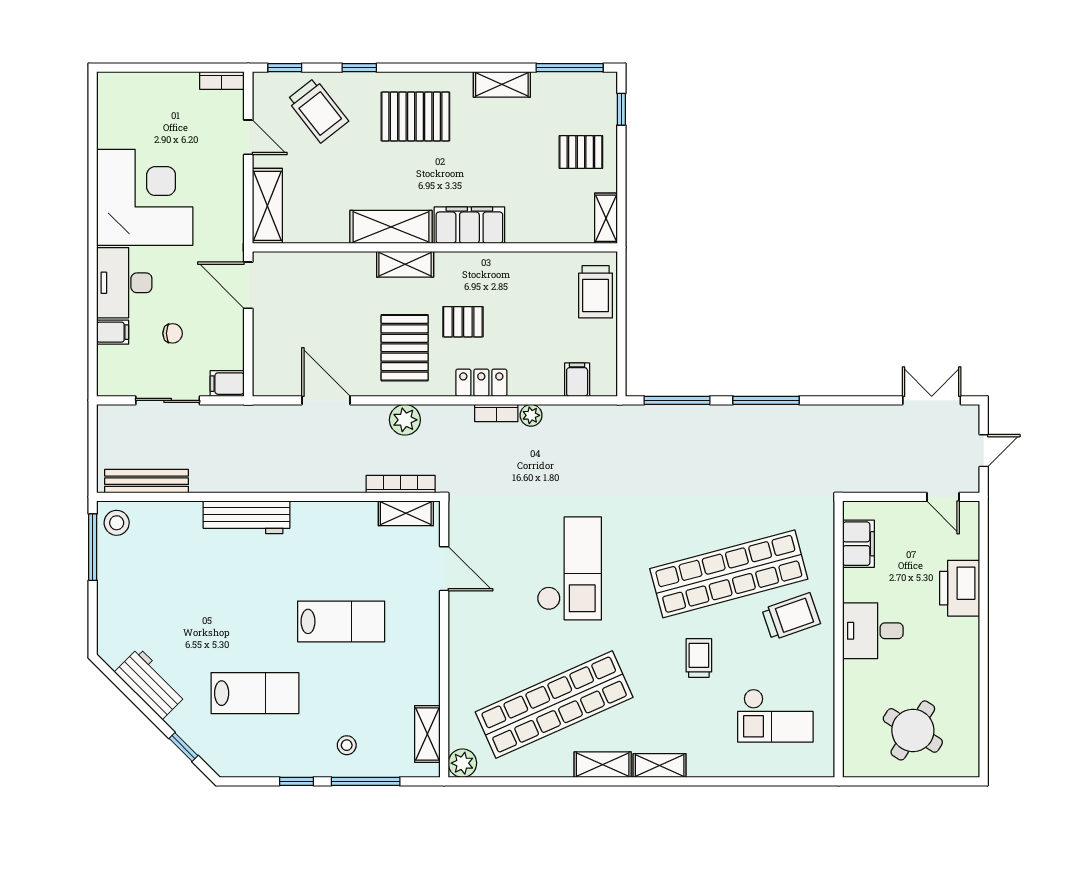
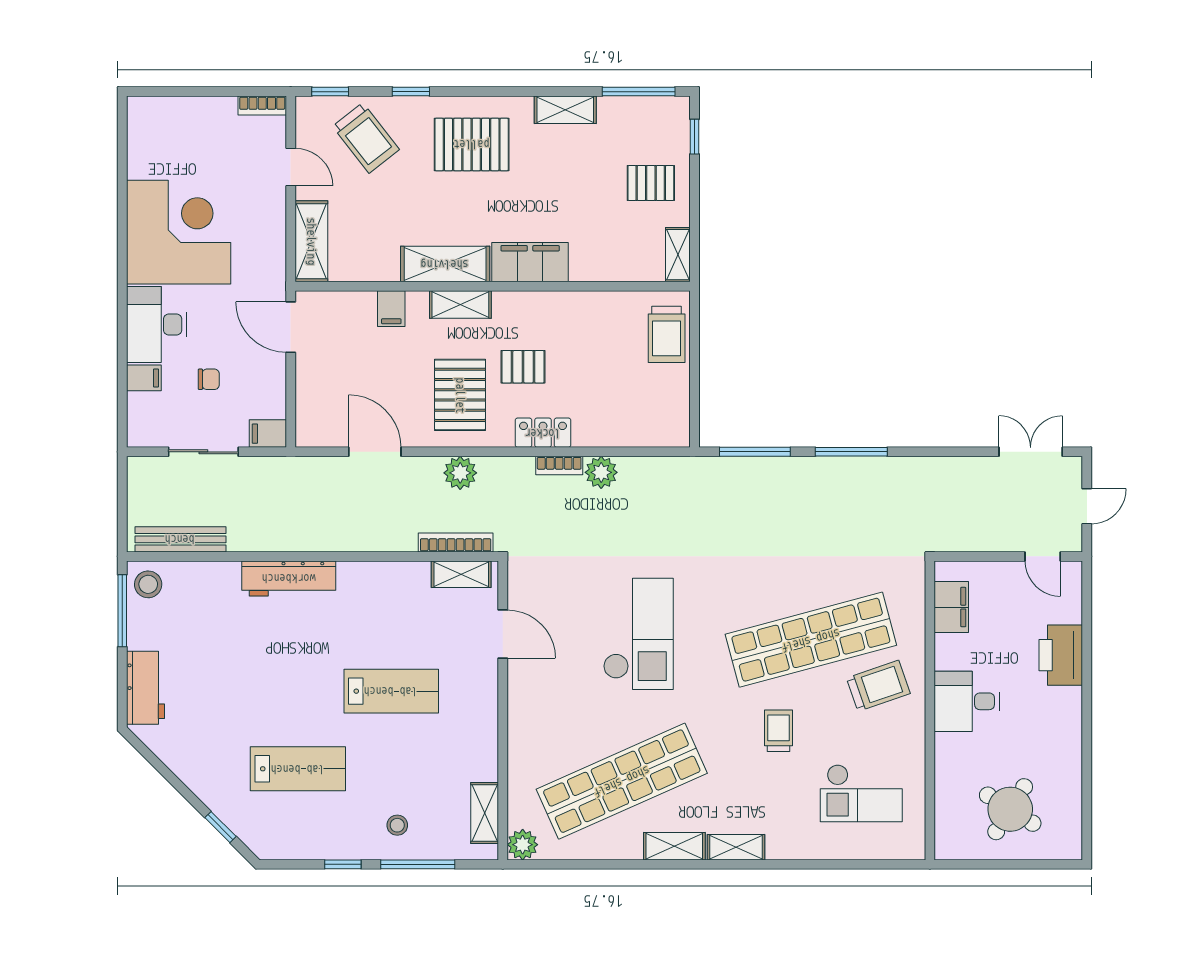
filing cabinet: (577, 380) -> (391, 309), moved, turned 180
plant: (531, 415) -> (601, 472), width x1.38, depth x1.38
workbench: (150, 684) -> (145, 688), moved, turned 45

